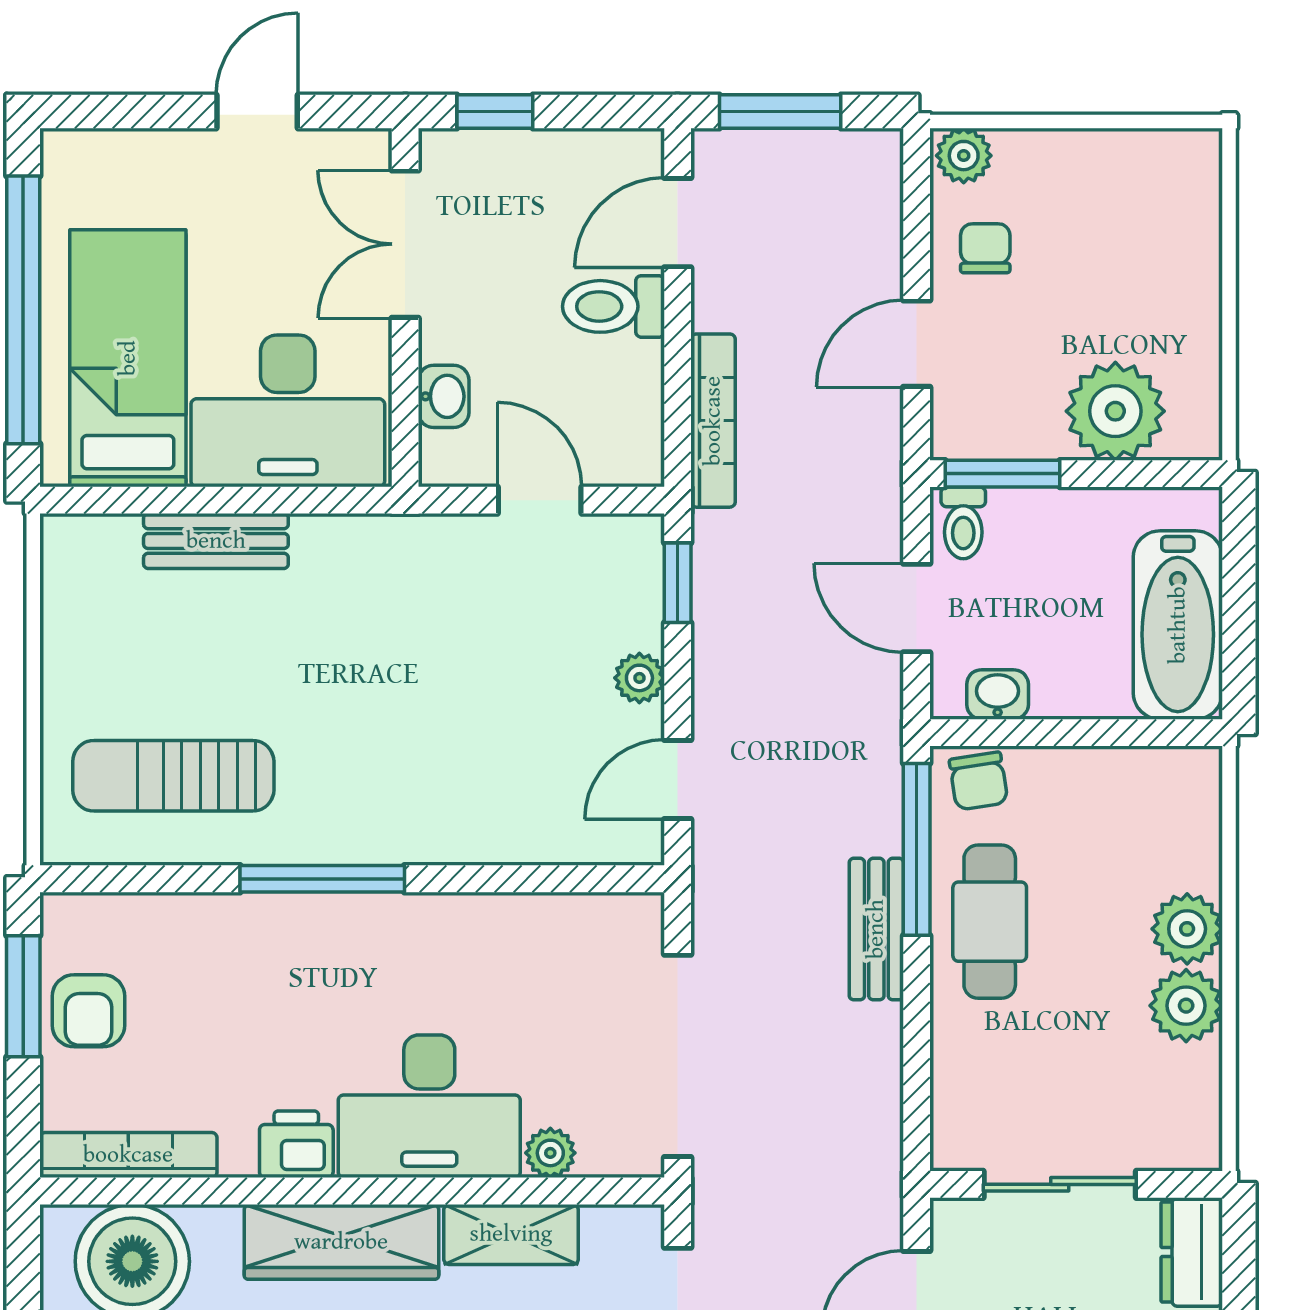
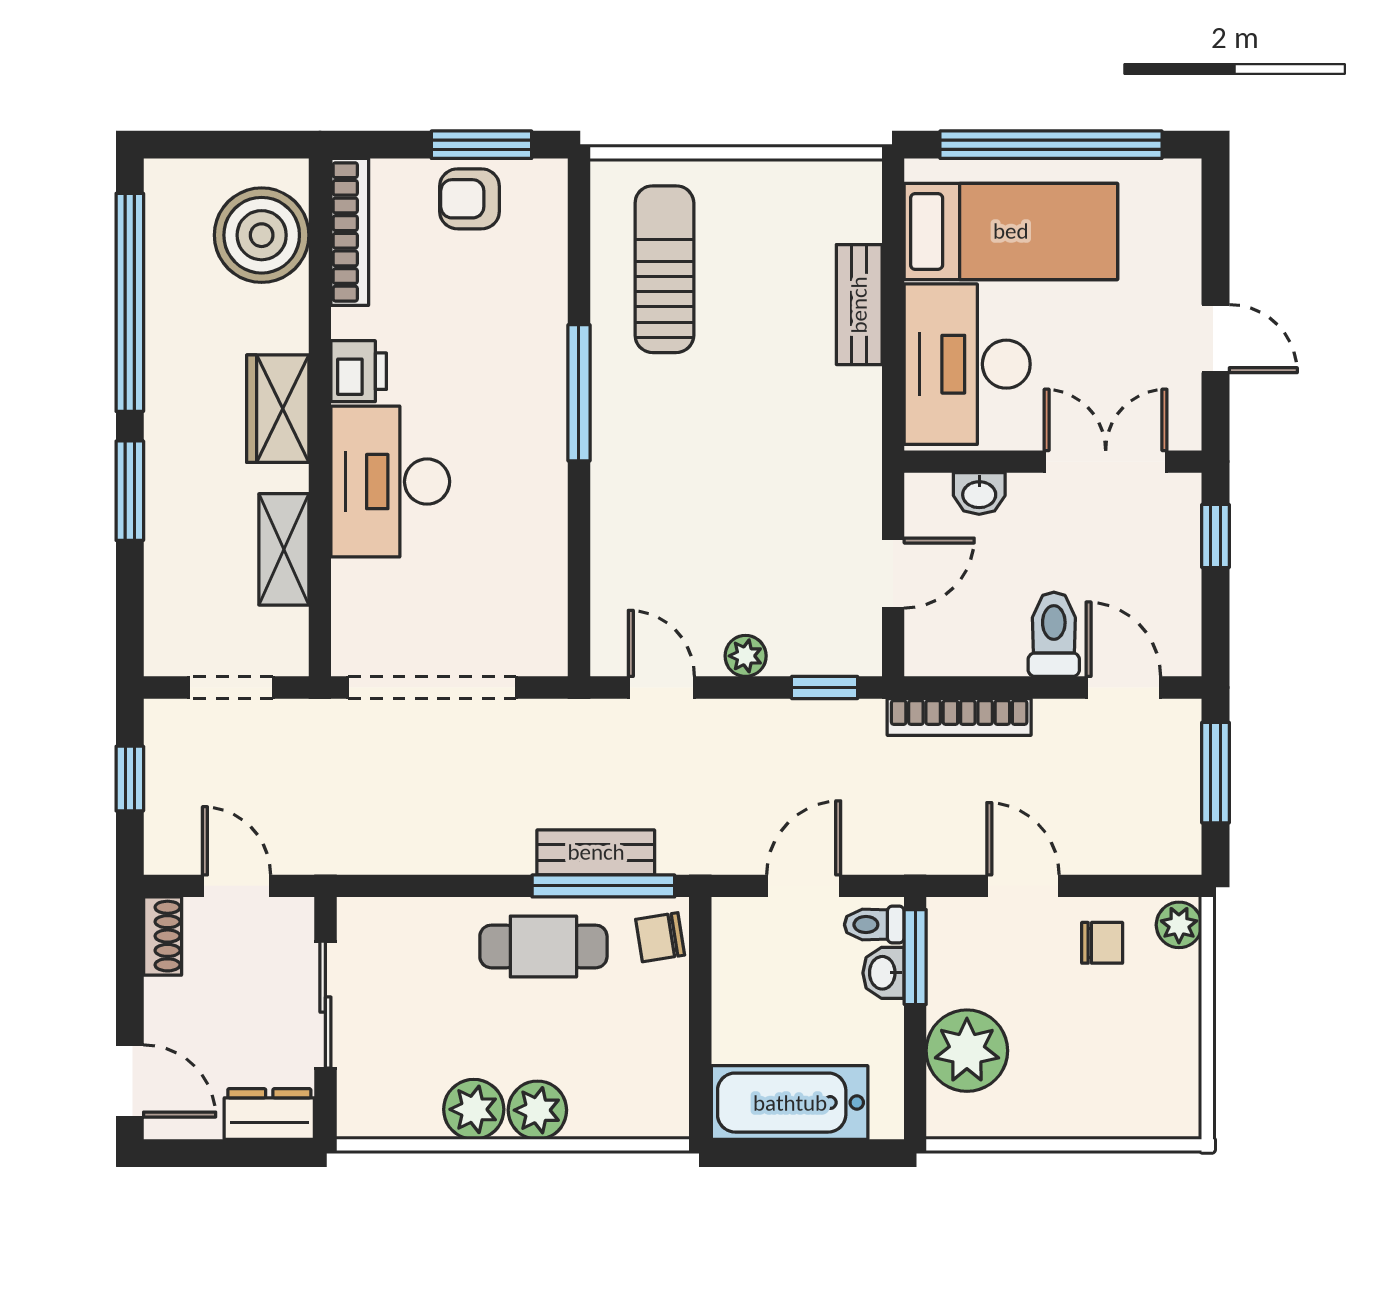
washbasin: (998, 694) -> (884, 973), moved, turned 180
bench: (876, 929) -> (596, 852), moved
plant: (550, 1153) -> (352, 582), removed
wardrobe: (341, 1242) -> (278, 409), width x0.67

